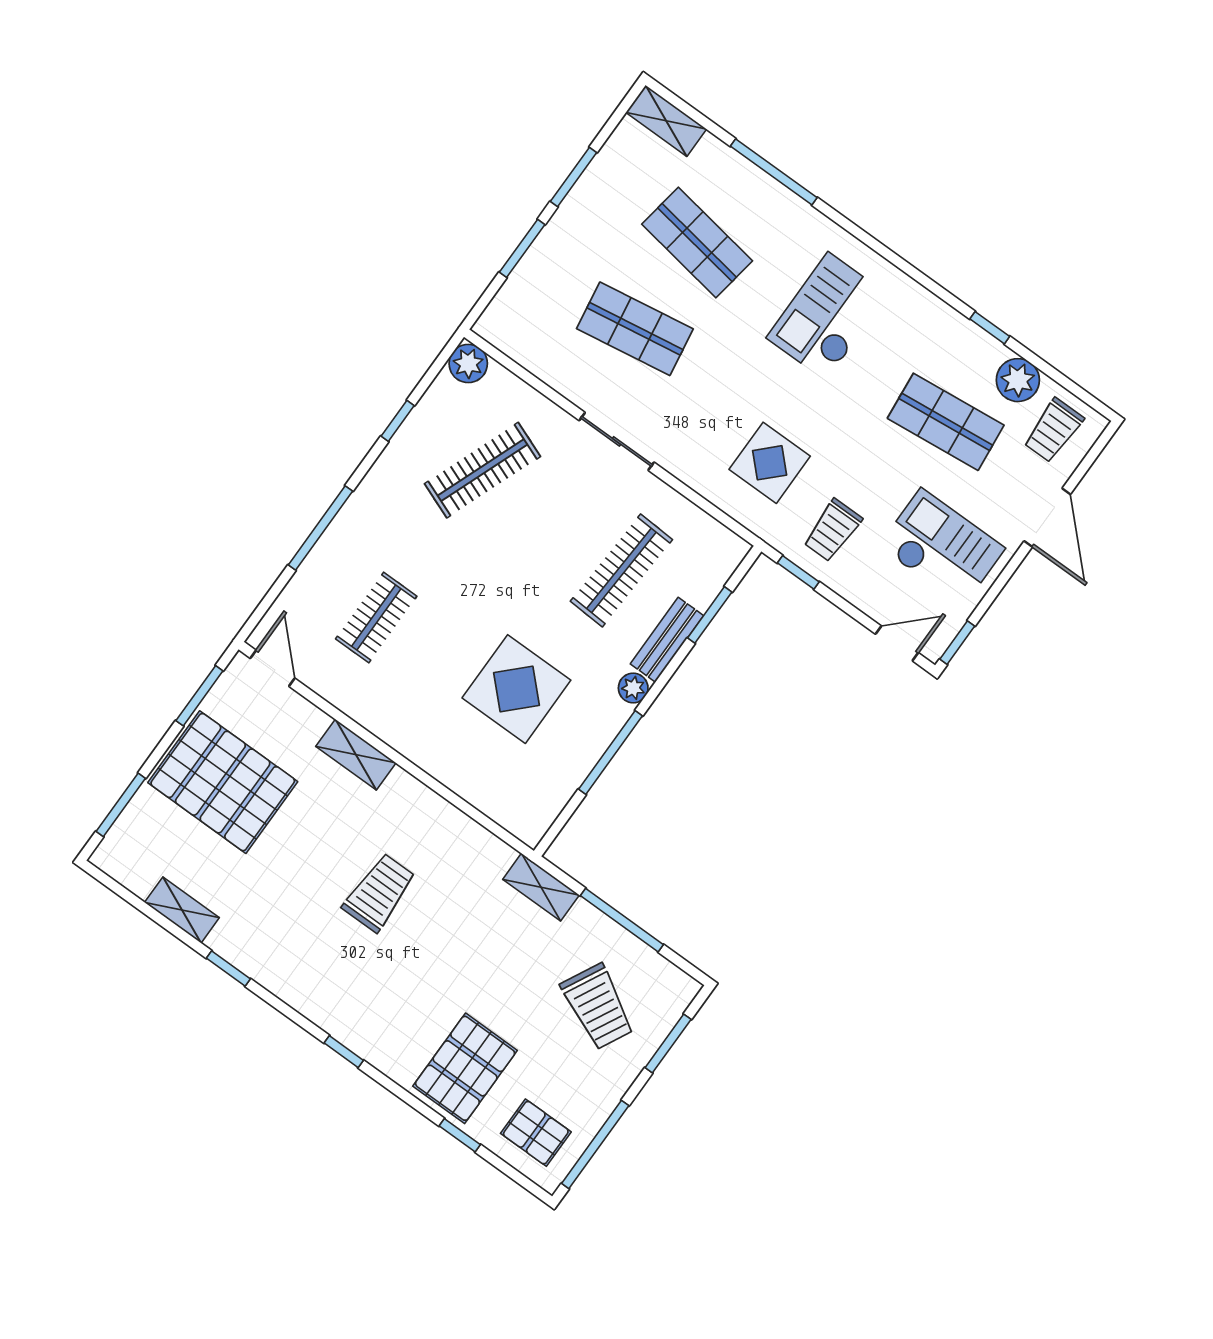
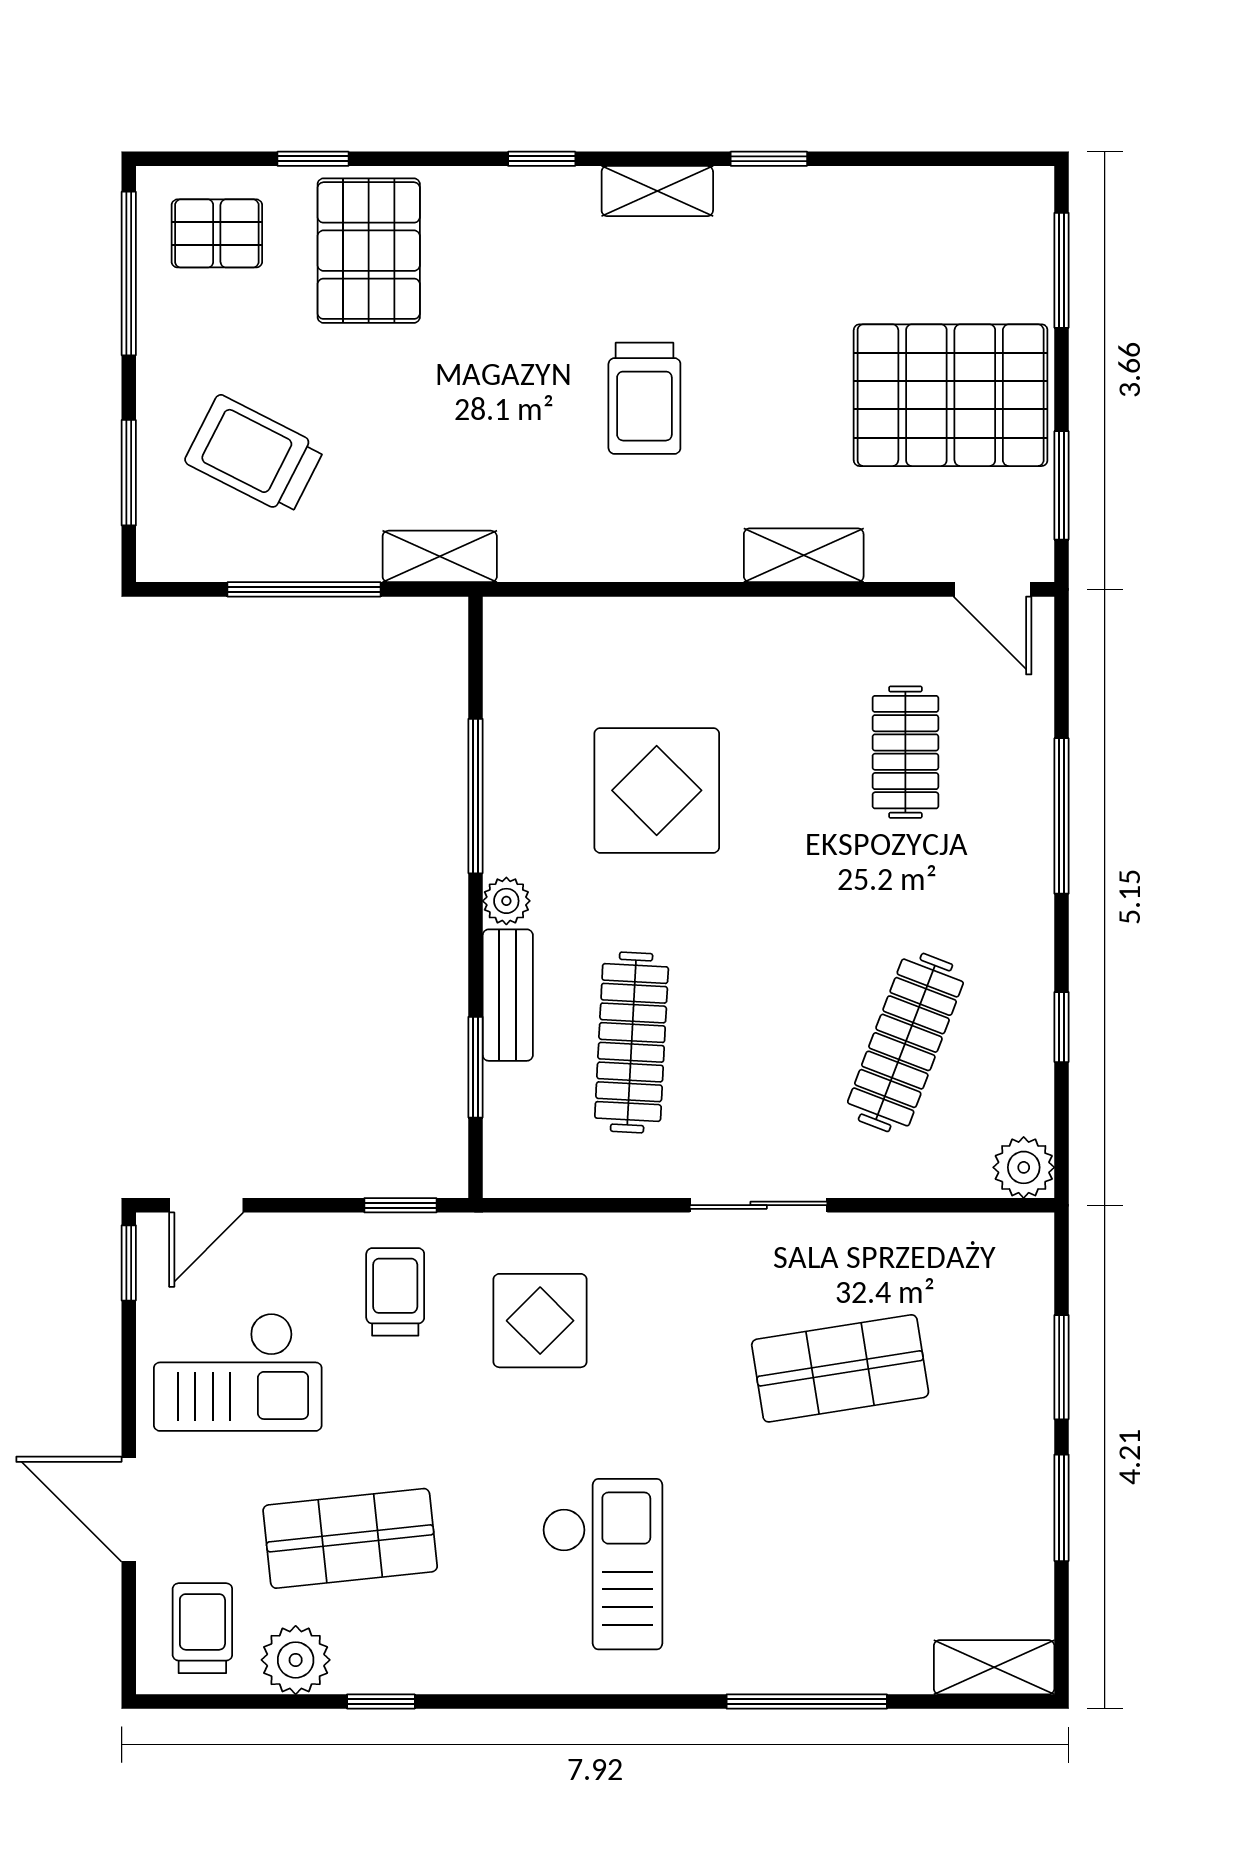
shop shelf: (697, 243) -> (840, 1538), removed
shelving: (182, 910) -> (657, 191), moved

